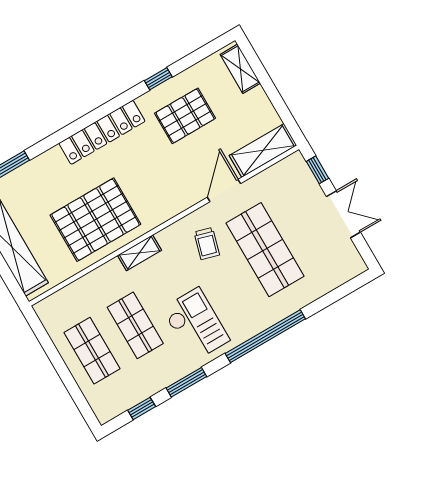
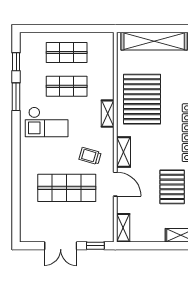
shelving: (263, 150) -> (123, 228), width x0.67, depth x0.75
shelving: (177, 204) -> (124, 152), added
window: (265, 336) -> (16, 159), removed

